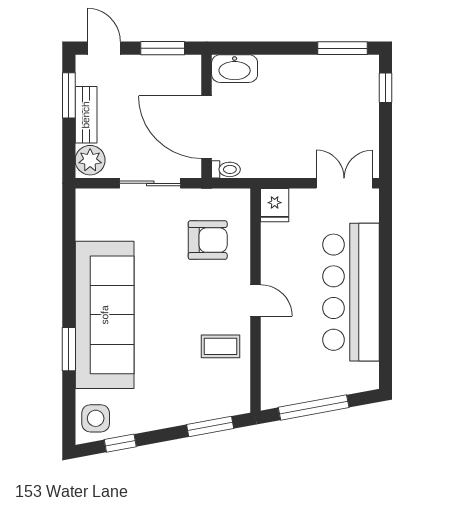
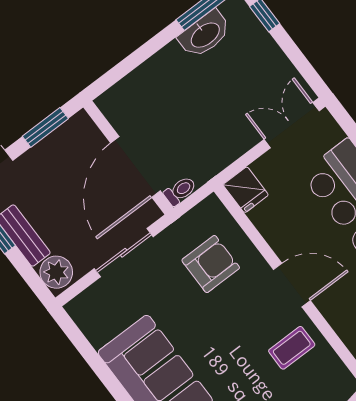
washbasin: (235, 69) -> (205, 34), moved
door: (207, 127) -> (135, 167), hinge flipped
door: (255, 300) -> (292, 285), width x1.37

